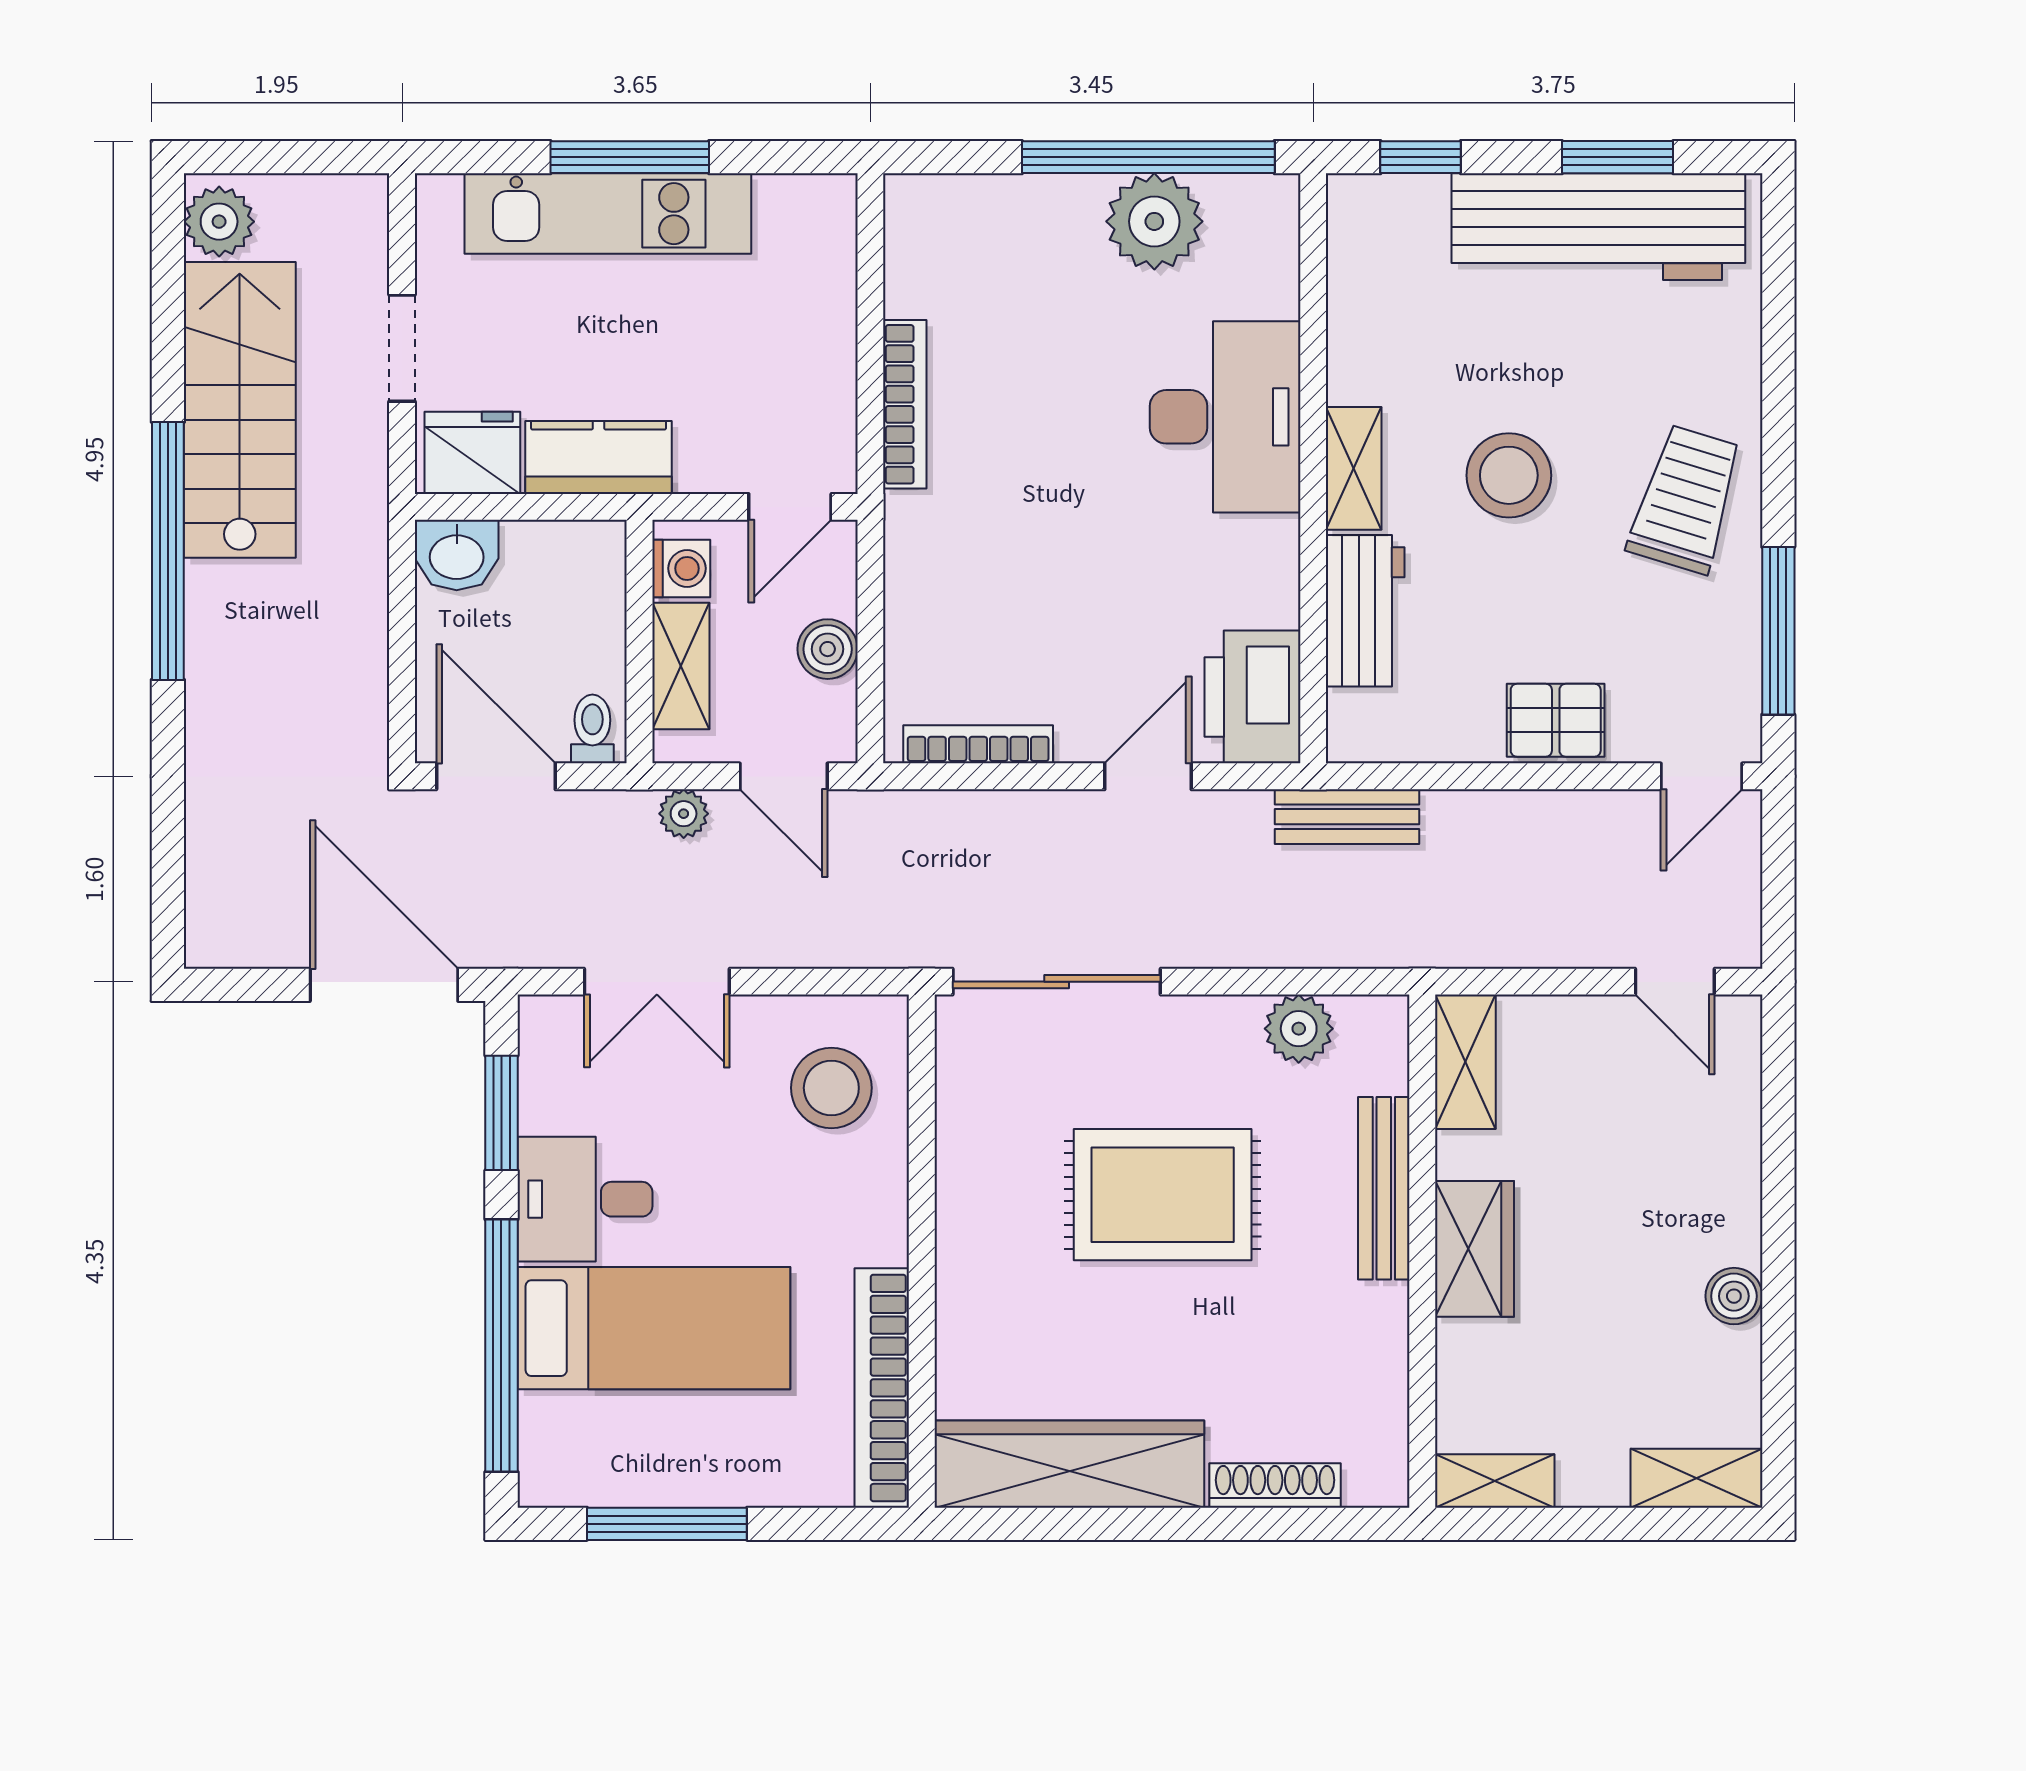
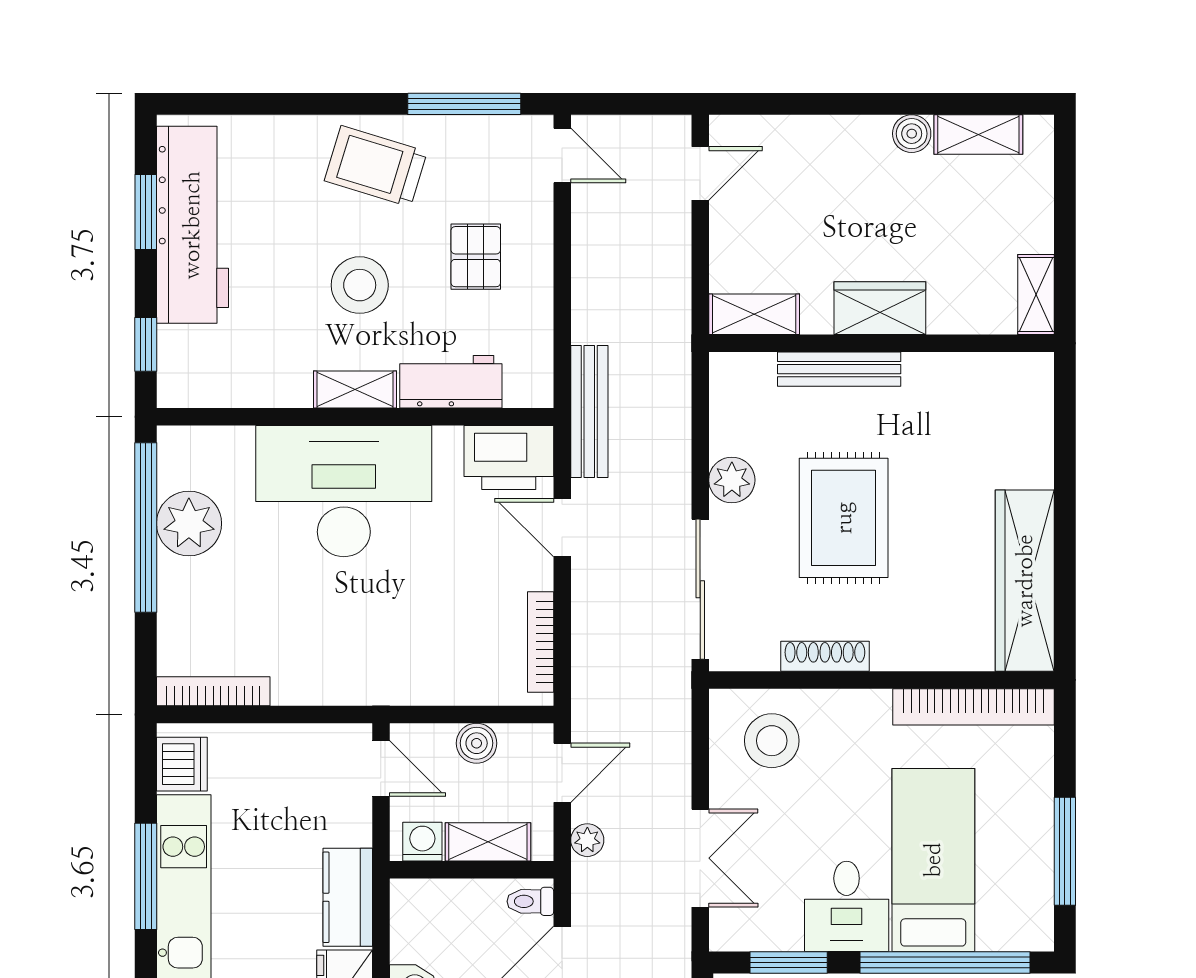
dishwasher: (797, 211) -> (182, 764), added
bookcase: (905, 404) -> (213, 691), moved
desk: (1225, 417) -> (344, 491), width x1.36, depth x1.30
pallet: (1556, 720) -> (476, 257), moved
bench: (1347, 817) -> (589, 411), width x1.36
plant: (1299, 1029) -> (732, 480), moved
shelving: (1696, 1478) -> (978, 135), moved, turned 90
shoe rack: (1275, 1485) -> (825, 656), moved, turned 90

